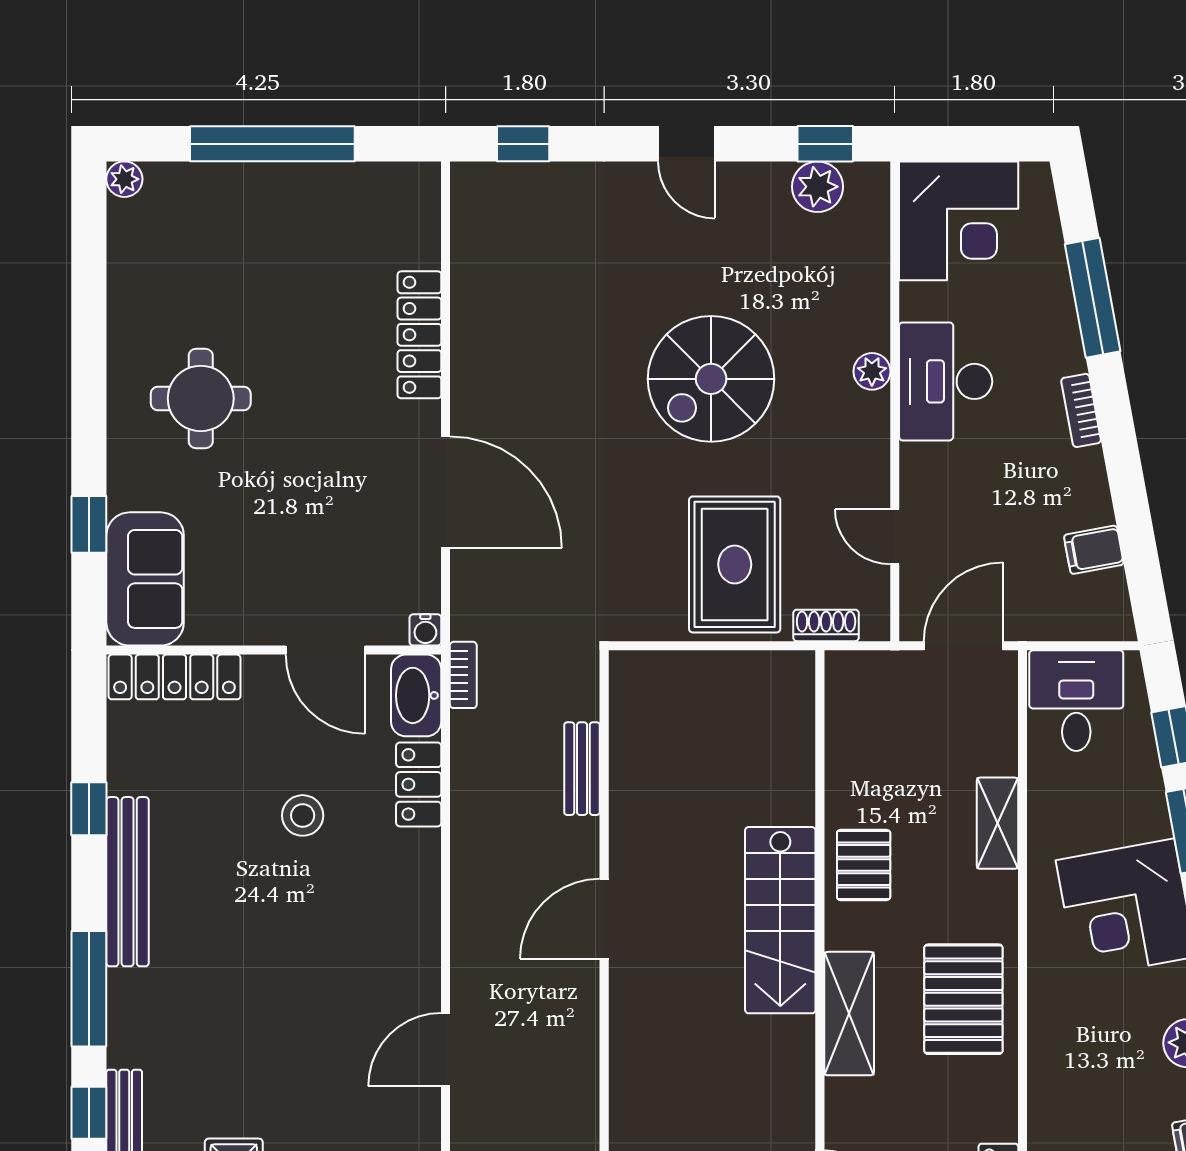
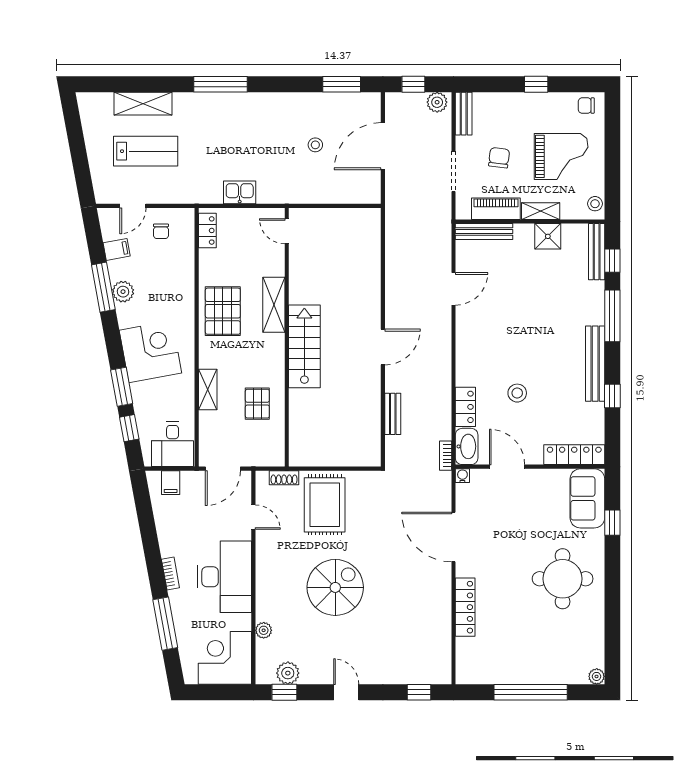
plant: (872, 371) -> (264, 630), moved
desk: (946, 381) -> (225, 577), width x1.36, depth x1.30
round table: (201, 398) -> (563, 579), width x1.36, depth x1.36
filing cabinet: (1094, 550) -> (171, 483), moved, turned 100
pallet: (864, 865) -> (257, 404), moved

